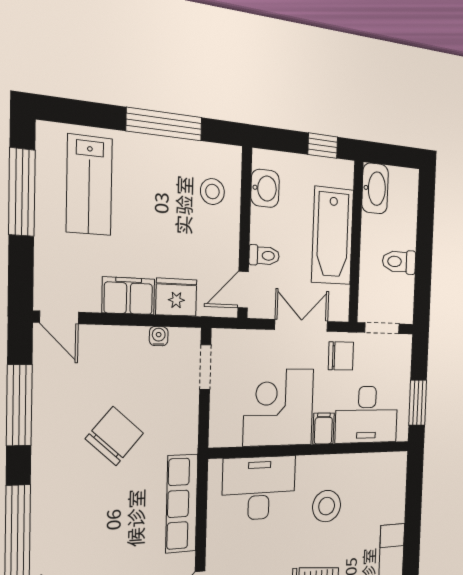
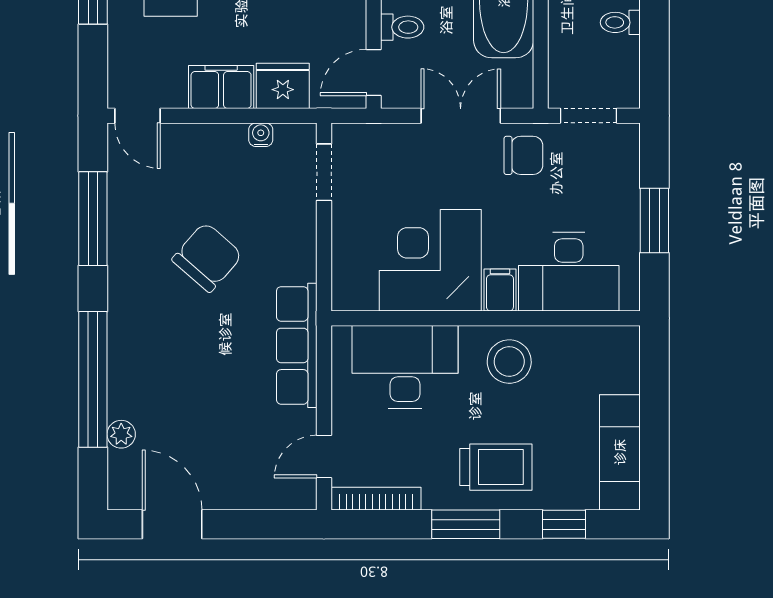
toilet: (399, 262) -> (620, 22), width x0.73, depth x0.72
corner desk: (279, 407) -> (430, 260), moved
desk: (367, 414) -> (569, 272), moved
filing cabinet: (323, 429) -> (500, 290), moved
wall: (314, 450) -> (486, 318), moved
desk: (259, 488) -> (405, 367), moved

